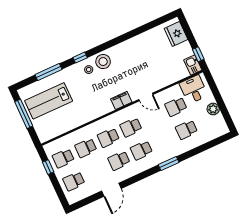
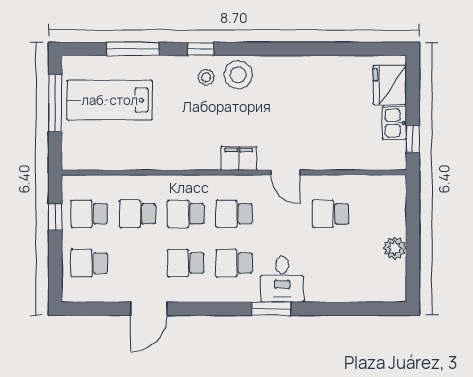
kitchen sink: (193, 65) -> (394, 123), moved
desk: (194, 89) -> (282, 279), moved, turned 180
school desk: (186, 130) -> (331, 263), removed

